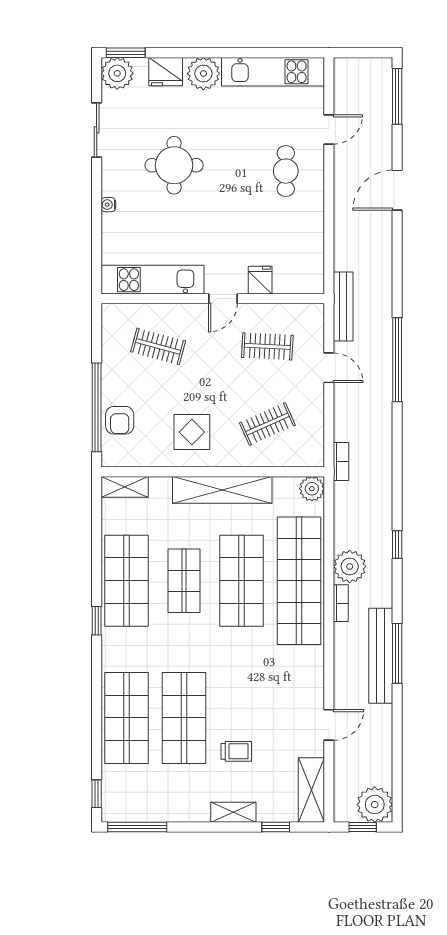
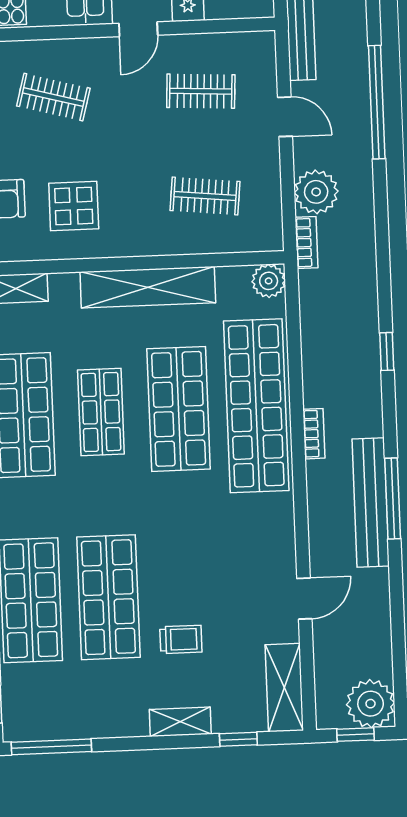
clothes rail: (267, 424) -> (205, 196), turned 30
display table: (192, 432) -> (74, 206), moved
plant: (350, 566) -> (316, 192), moved

